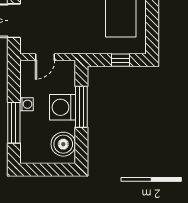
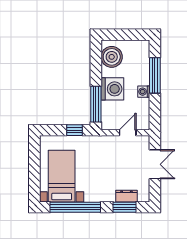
window: (121, 60) -> (75, 130), moved
window: (81, 107) -> (96, 104), moved

